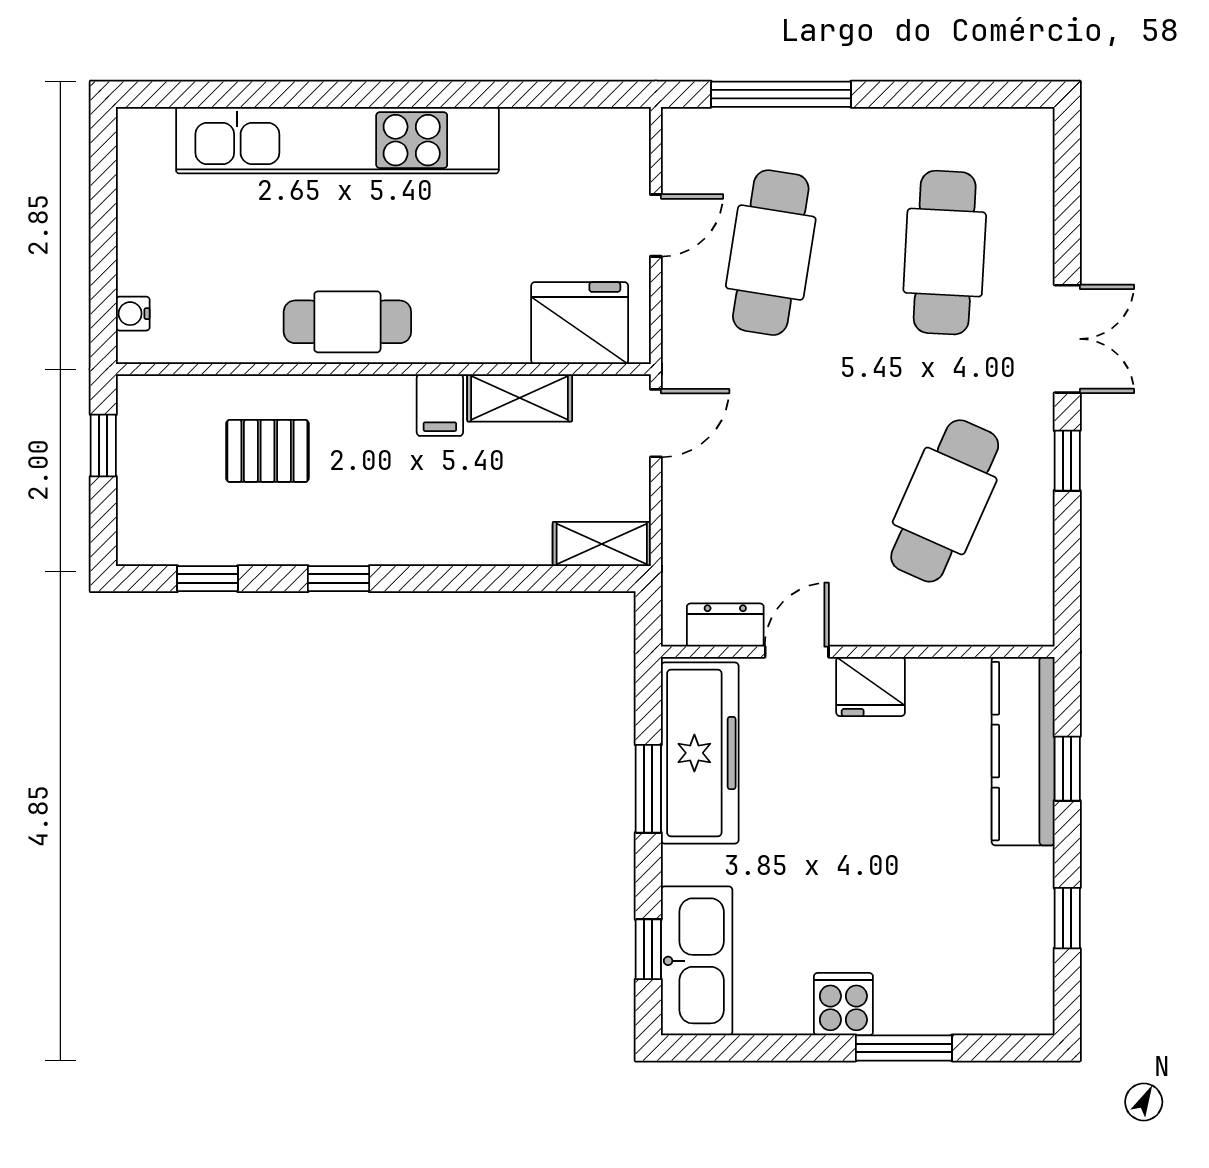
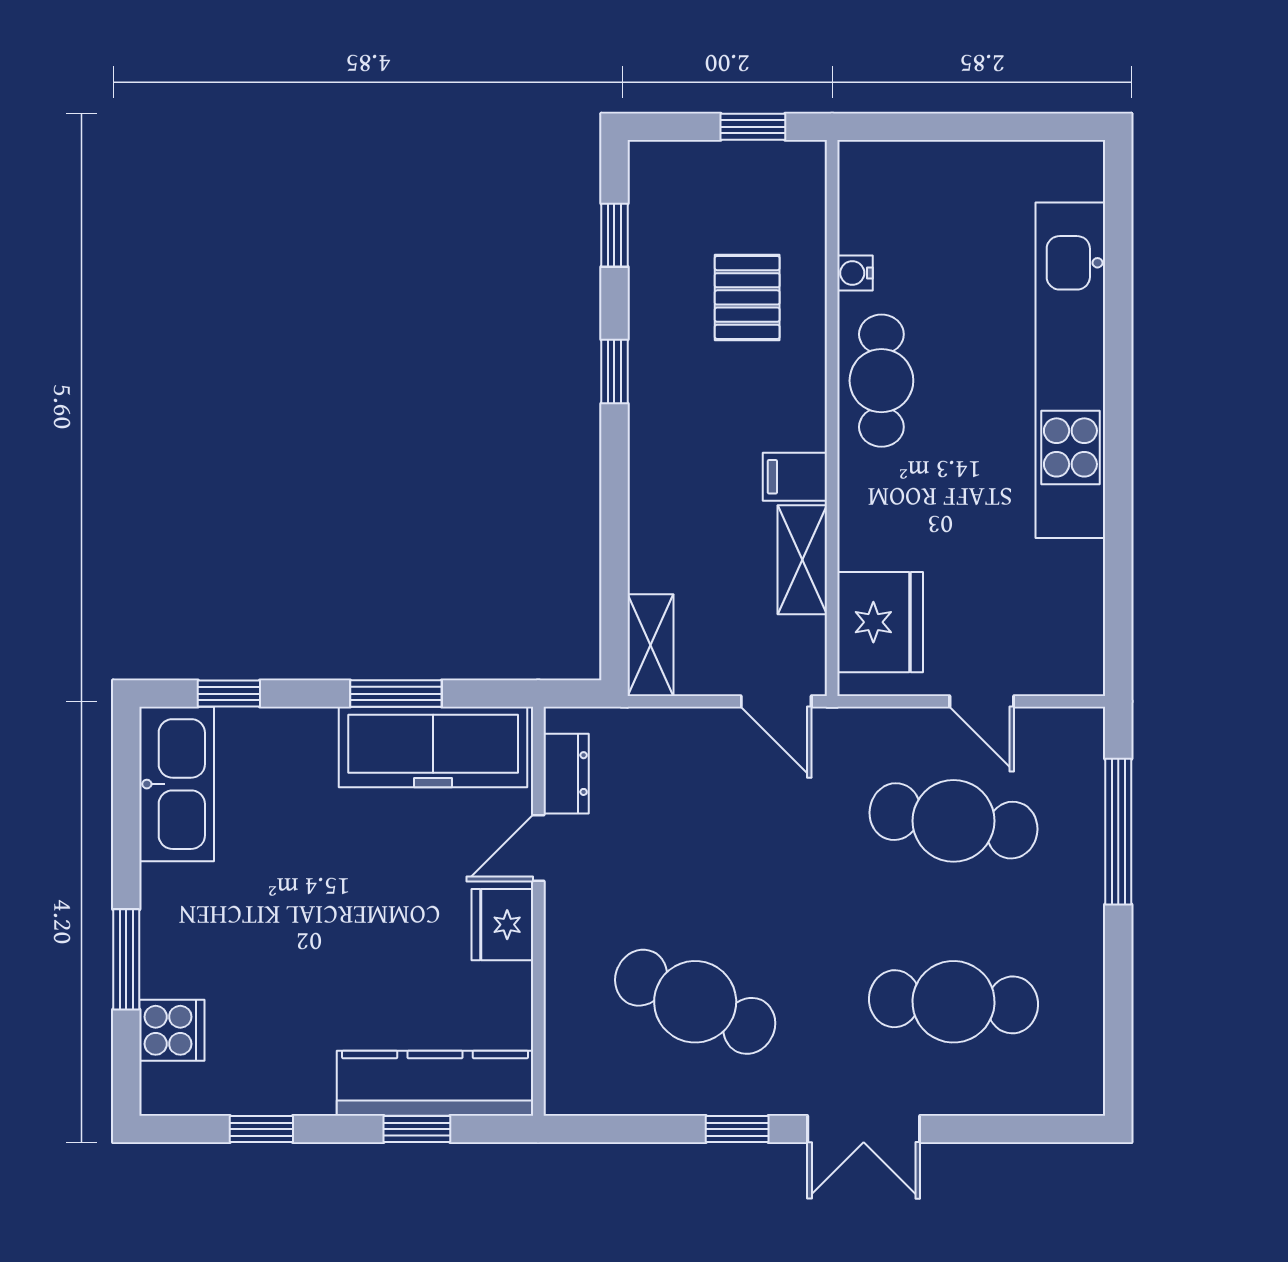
water cooler: (133, 314) -> (855, 273), moved, turned -90
door: (797, 652) -> (538, 848), swing flipped
kitchen sink: (697, 961) -> (177, 784), moved, turned -90
cooker: (843, 1004) -> (172, 1030), moved

